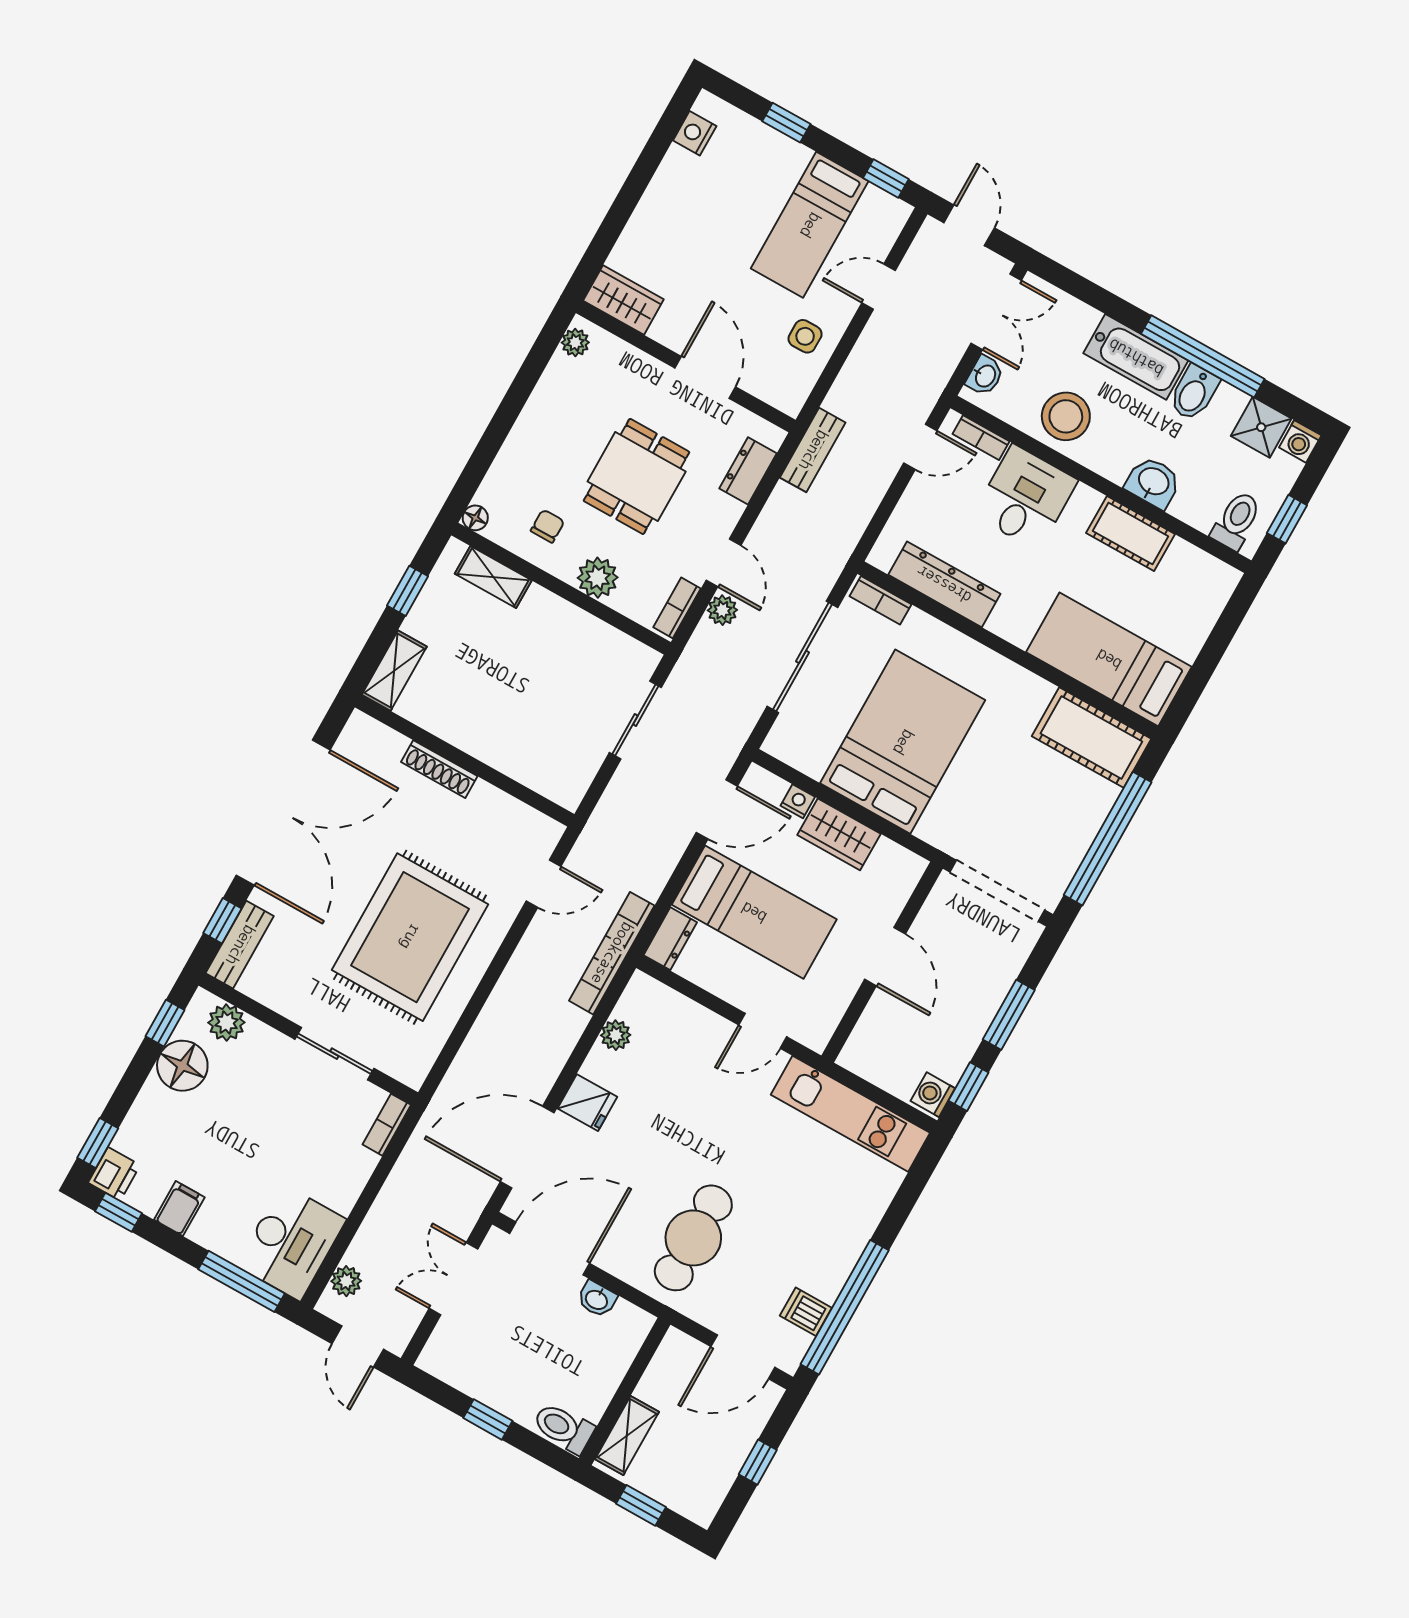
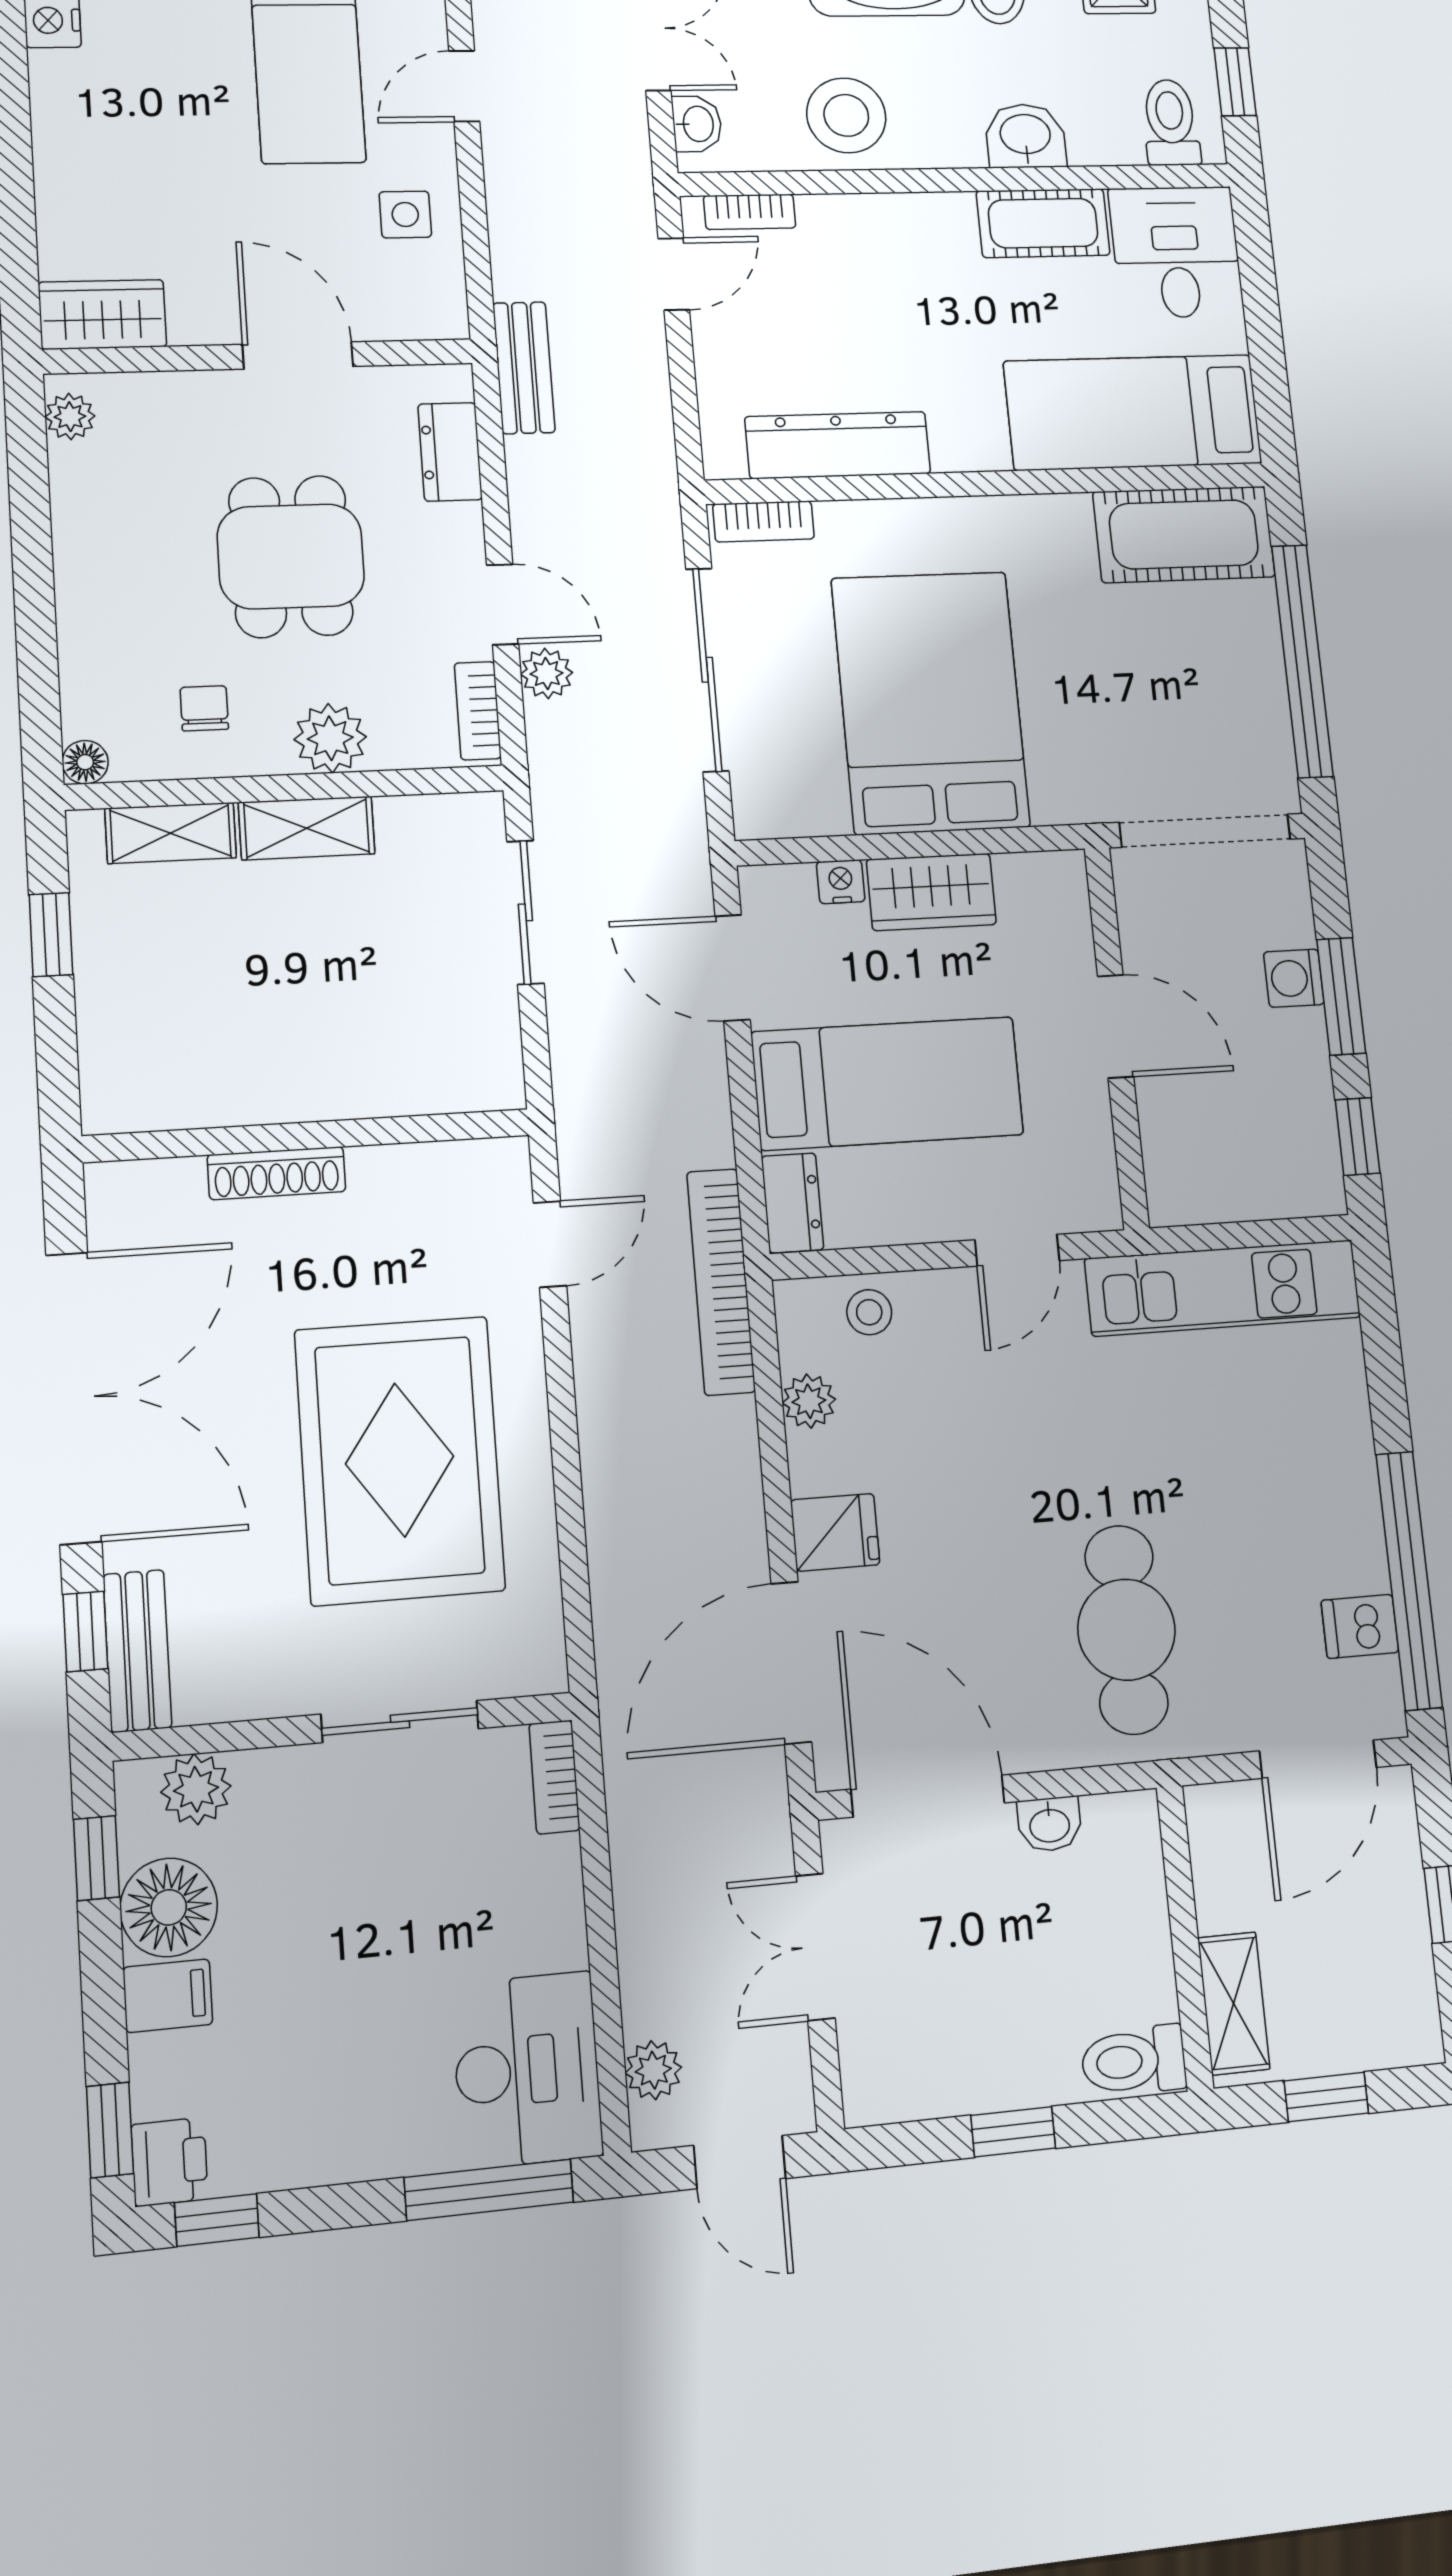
desk: (1025, 498) -> (1176, 252), moved
shelving: (394, 671) -> (307, 828), moved, turned 90
door: (717, 809) -> (733, 968), swing flipped
stool: (672, 1013) -> (869, 1312), added
washing machine: (933, 1095) -> (1294, 978), moved
filing cabinet: (179, 1209) -> (168, 1996), moved, turned 90
door: (550, 1248) -> (928, 1796), hinge flipped

